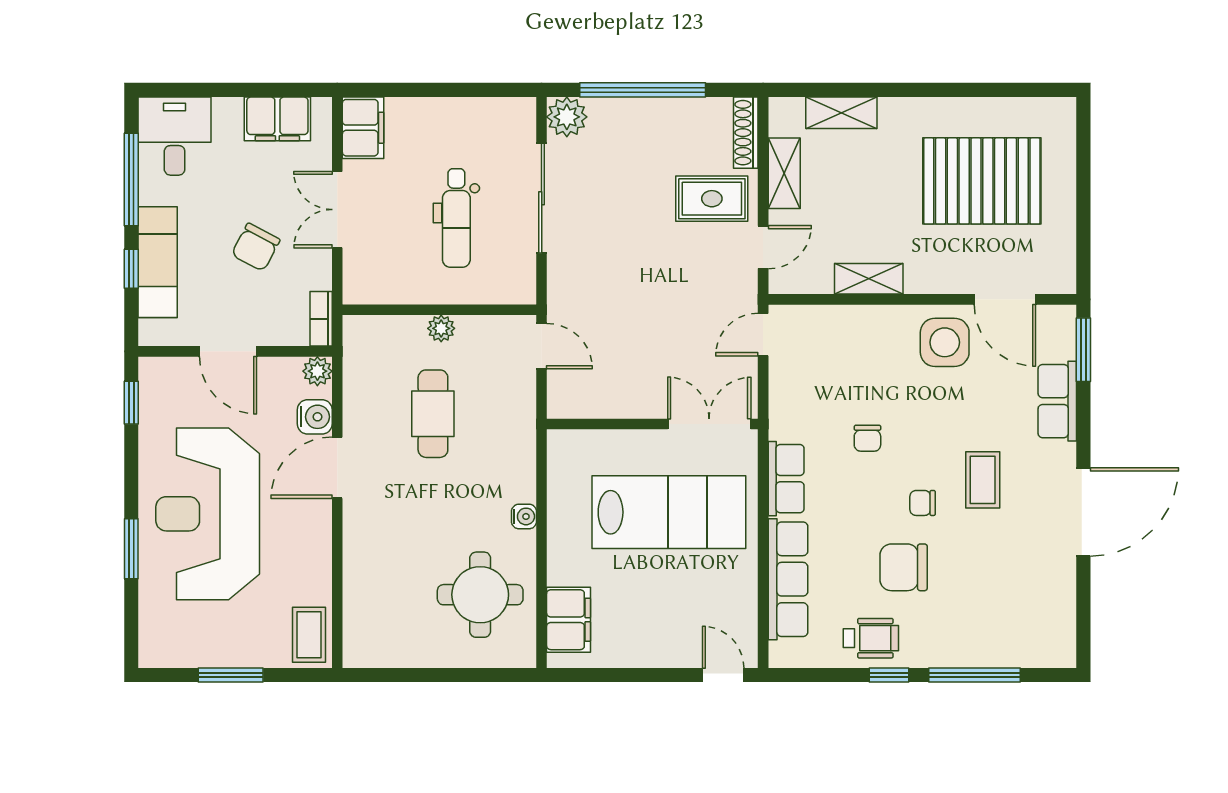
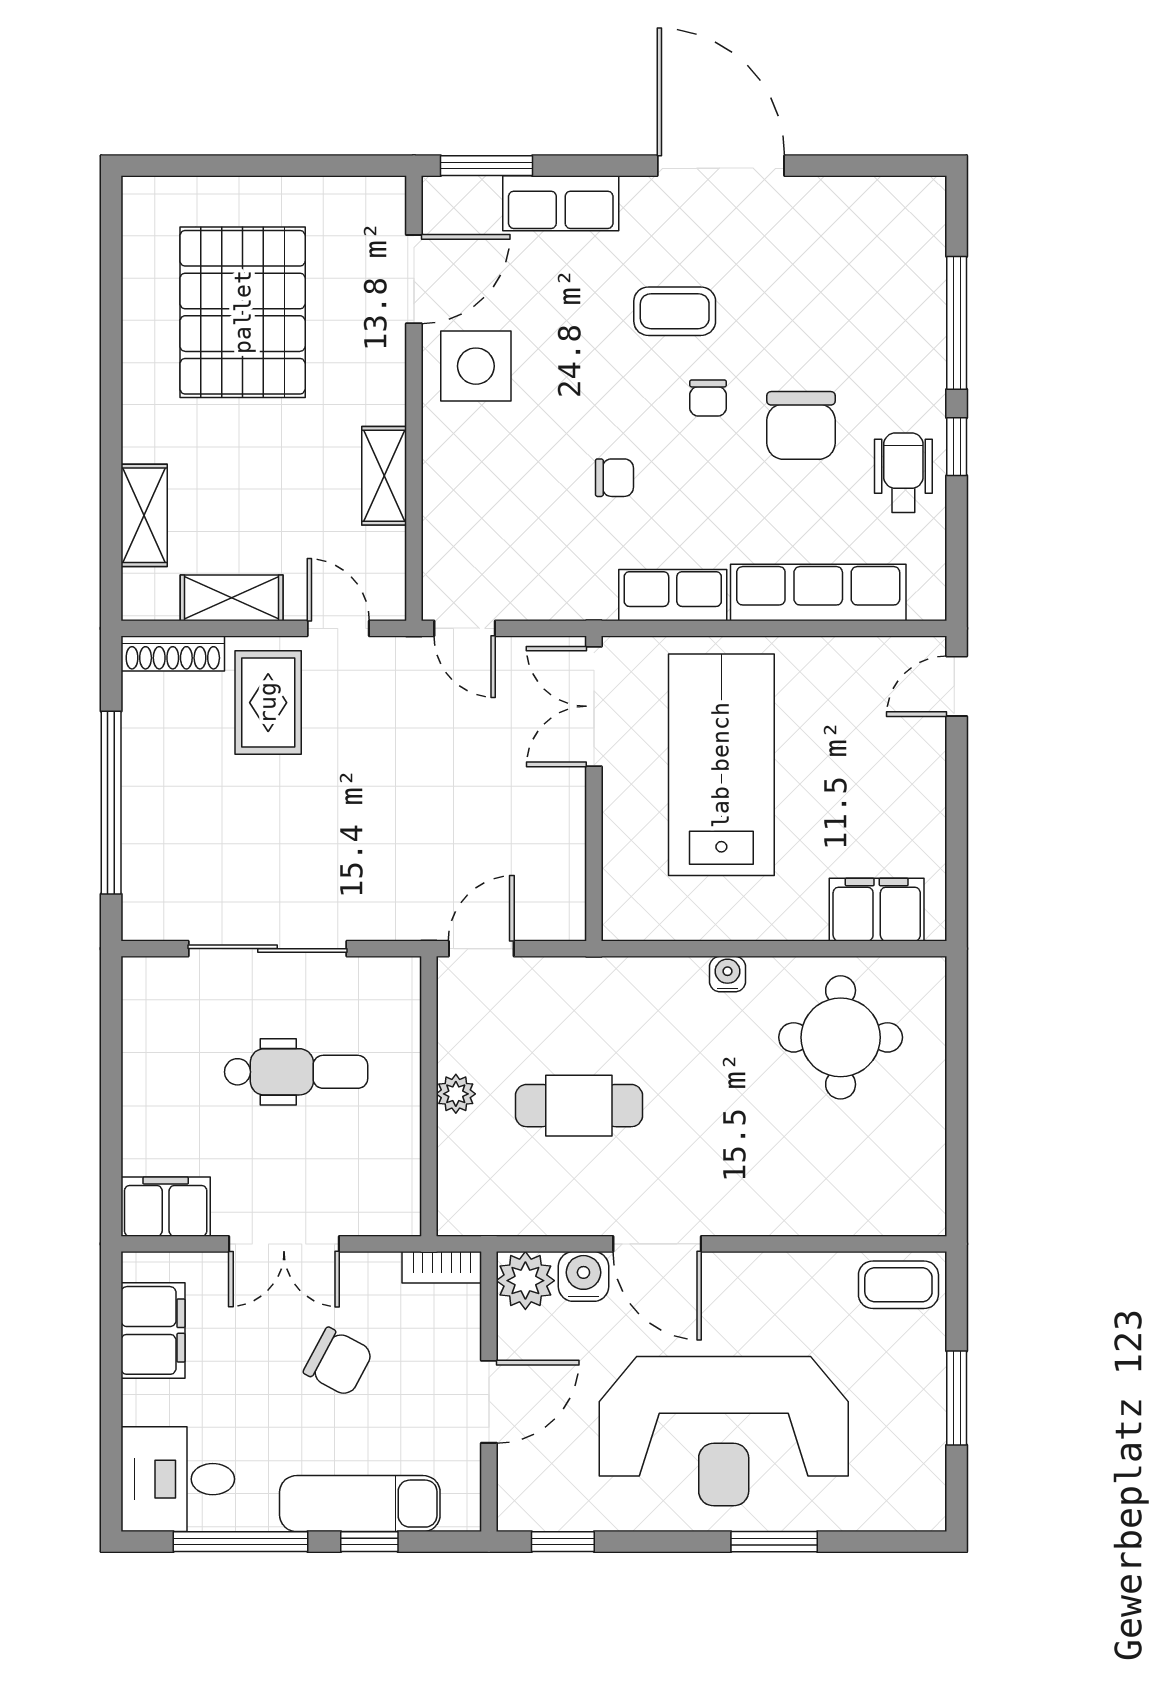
plant: (567, 117) -> (150, 912), removed
plant: (317, 371) -> (525, 1281), width x1.38, depth x1.38

